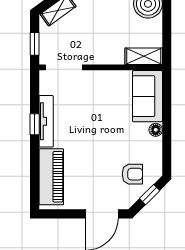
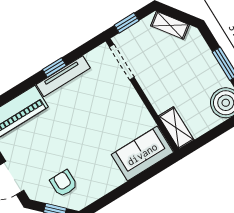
floor lamp: (156, 130) -> (117, 180), removed
armchair: (132, 174) -> (64, 183), turned 180

